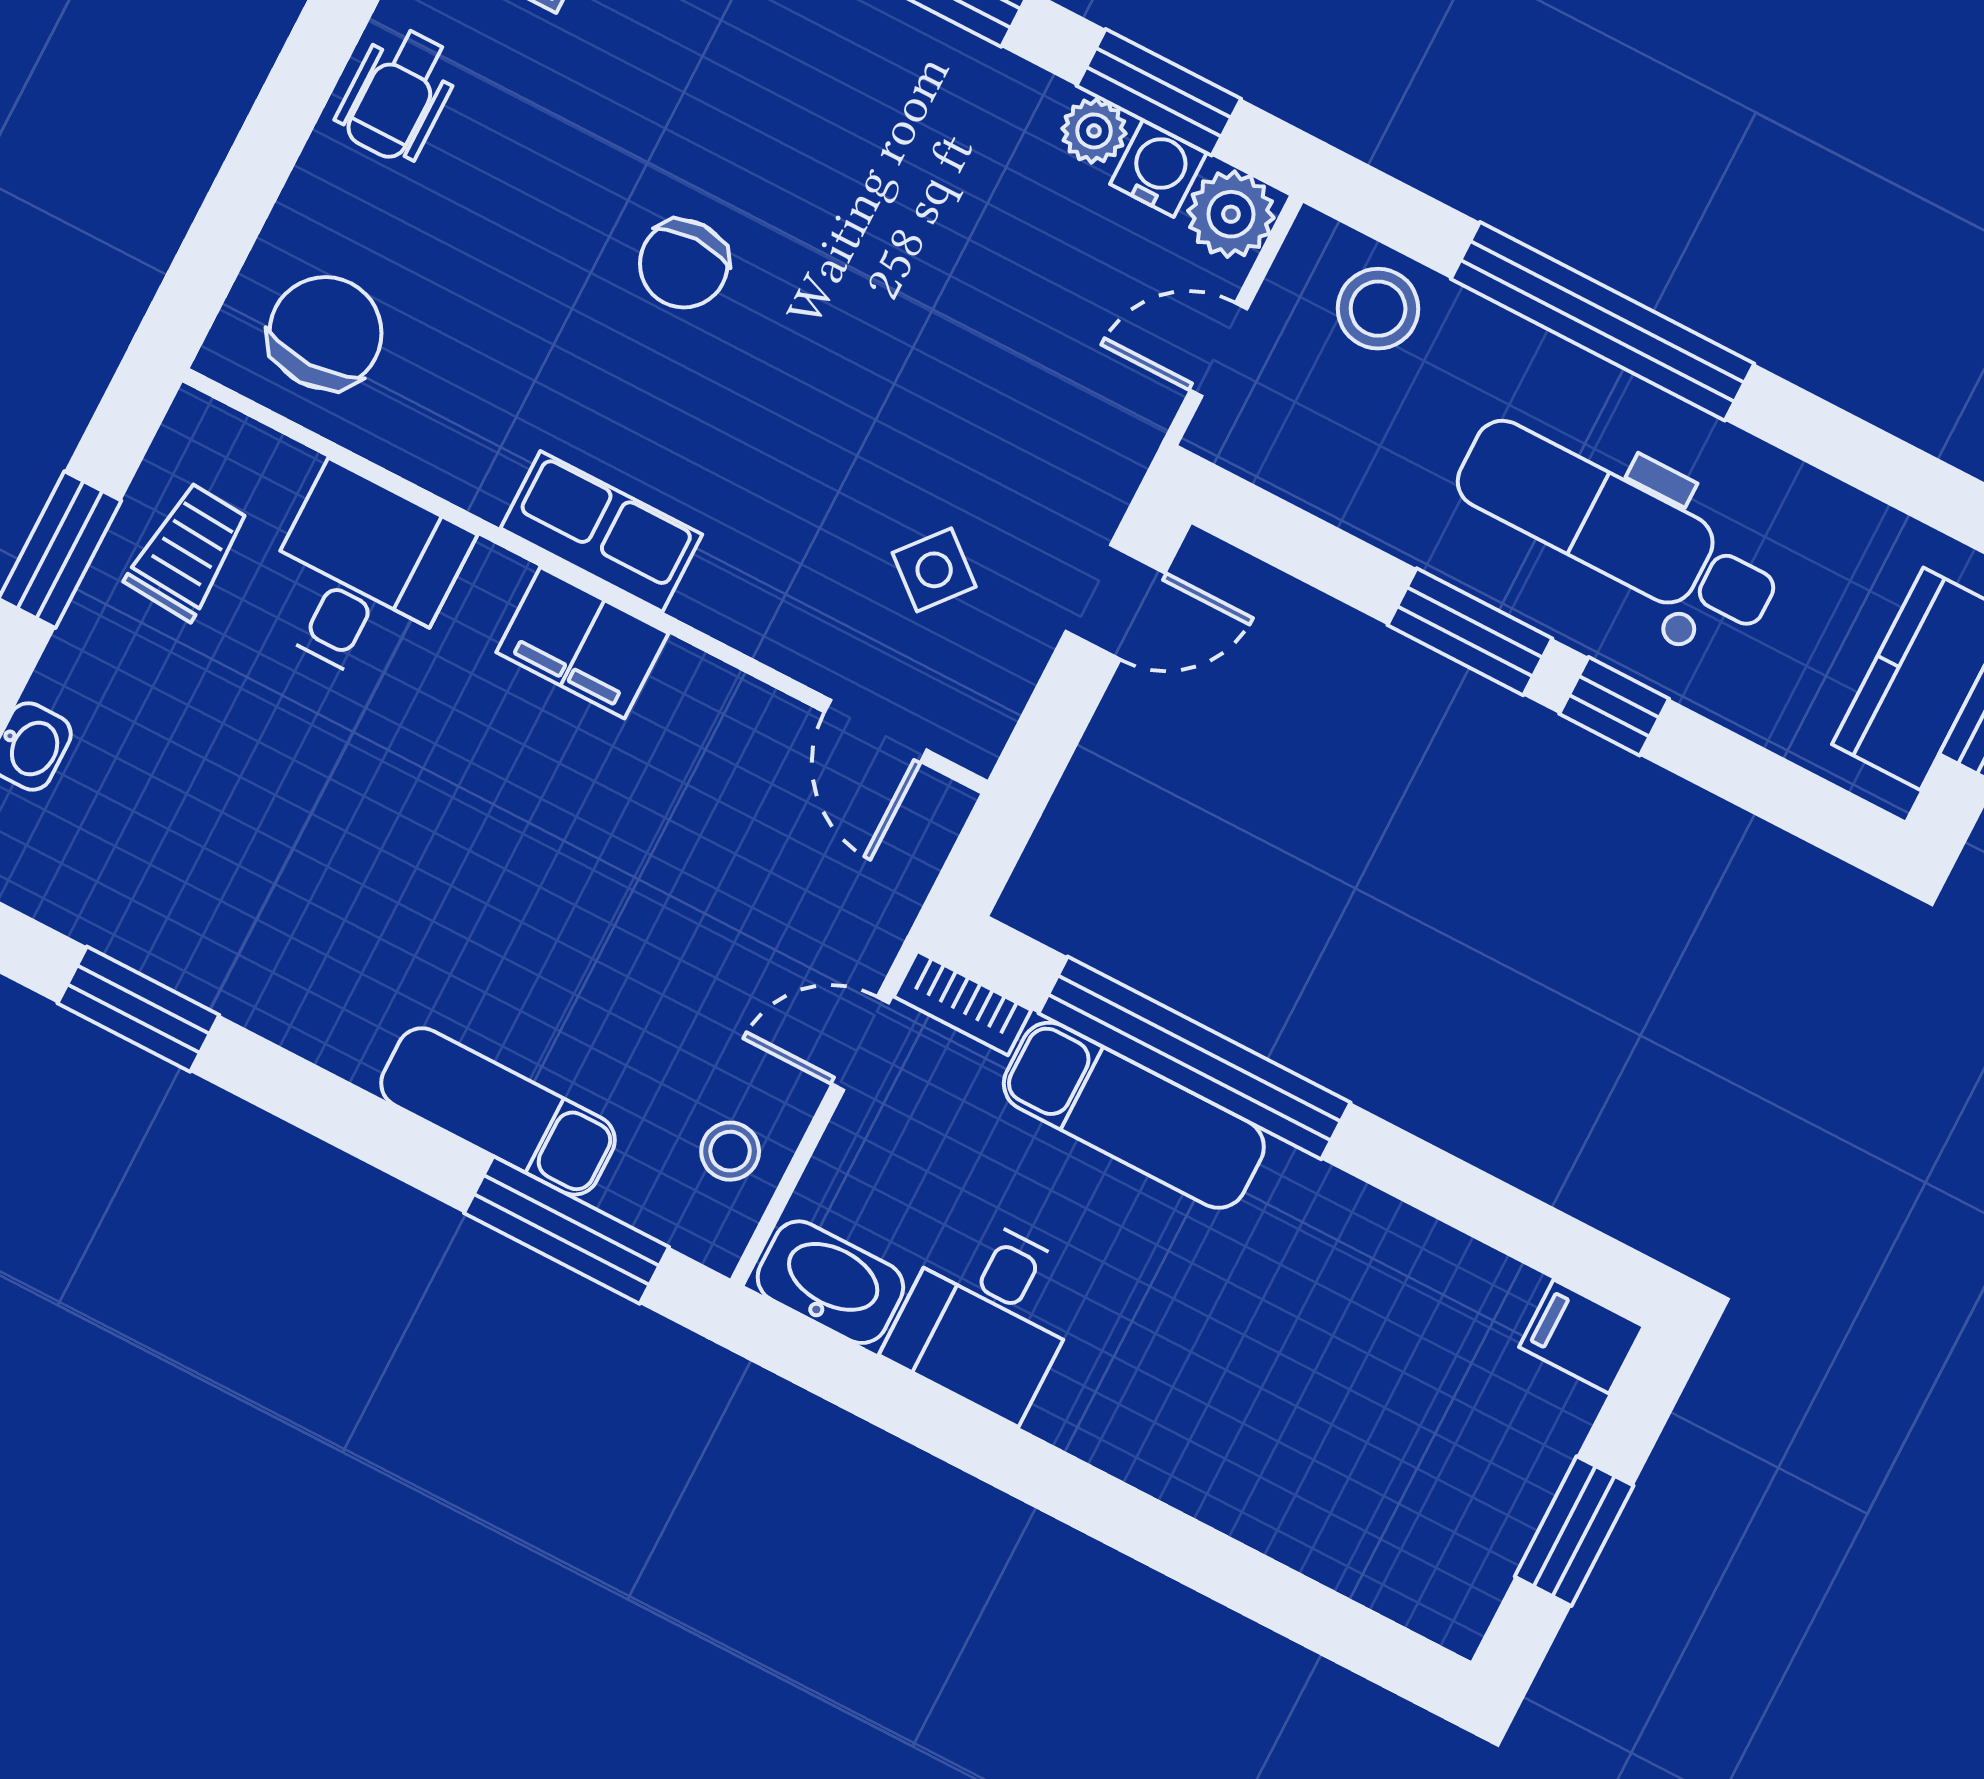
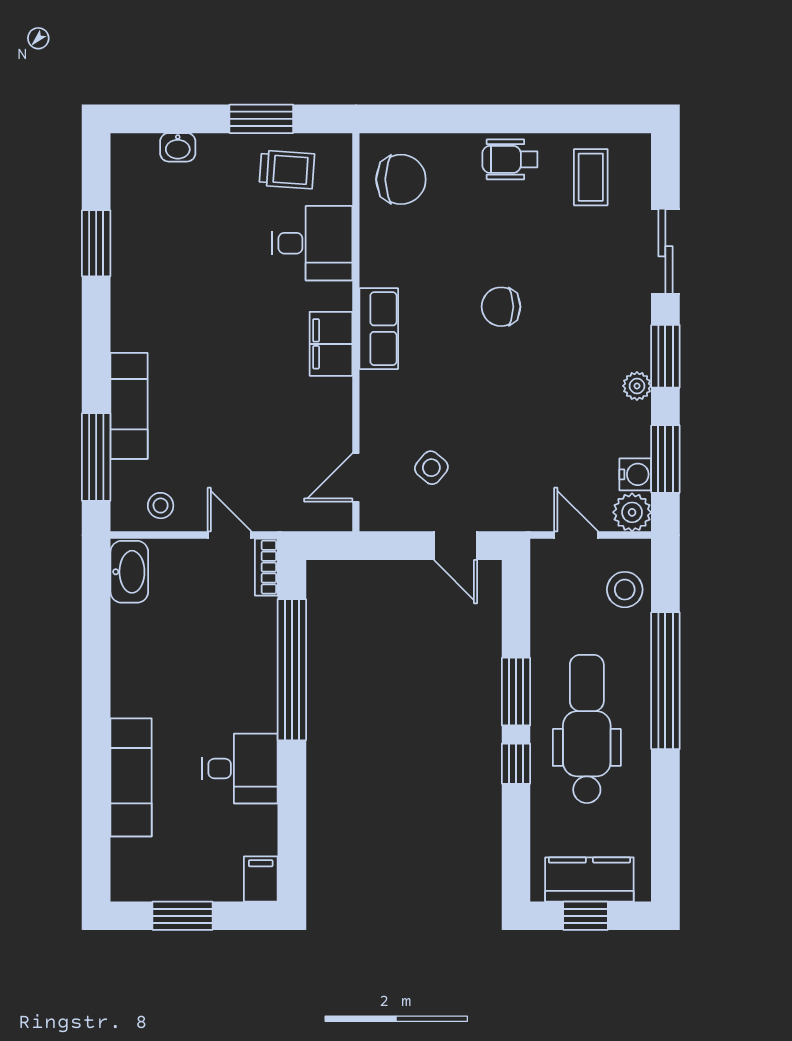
plant: (1094, 131) -> (637, 386), moved
exam couch: (1134, 1115) -> (131, 777), moved, turned 180
desk: (987, 1316) -> (240, 769), moved, turned 180

